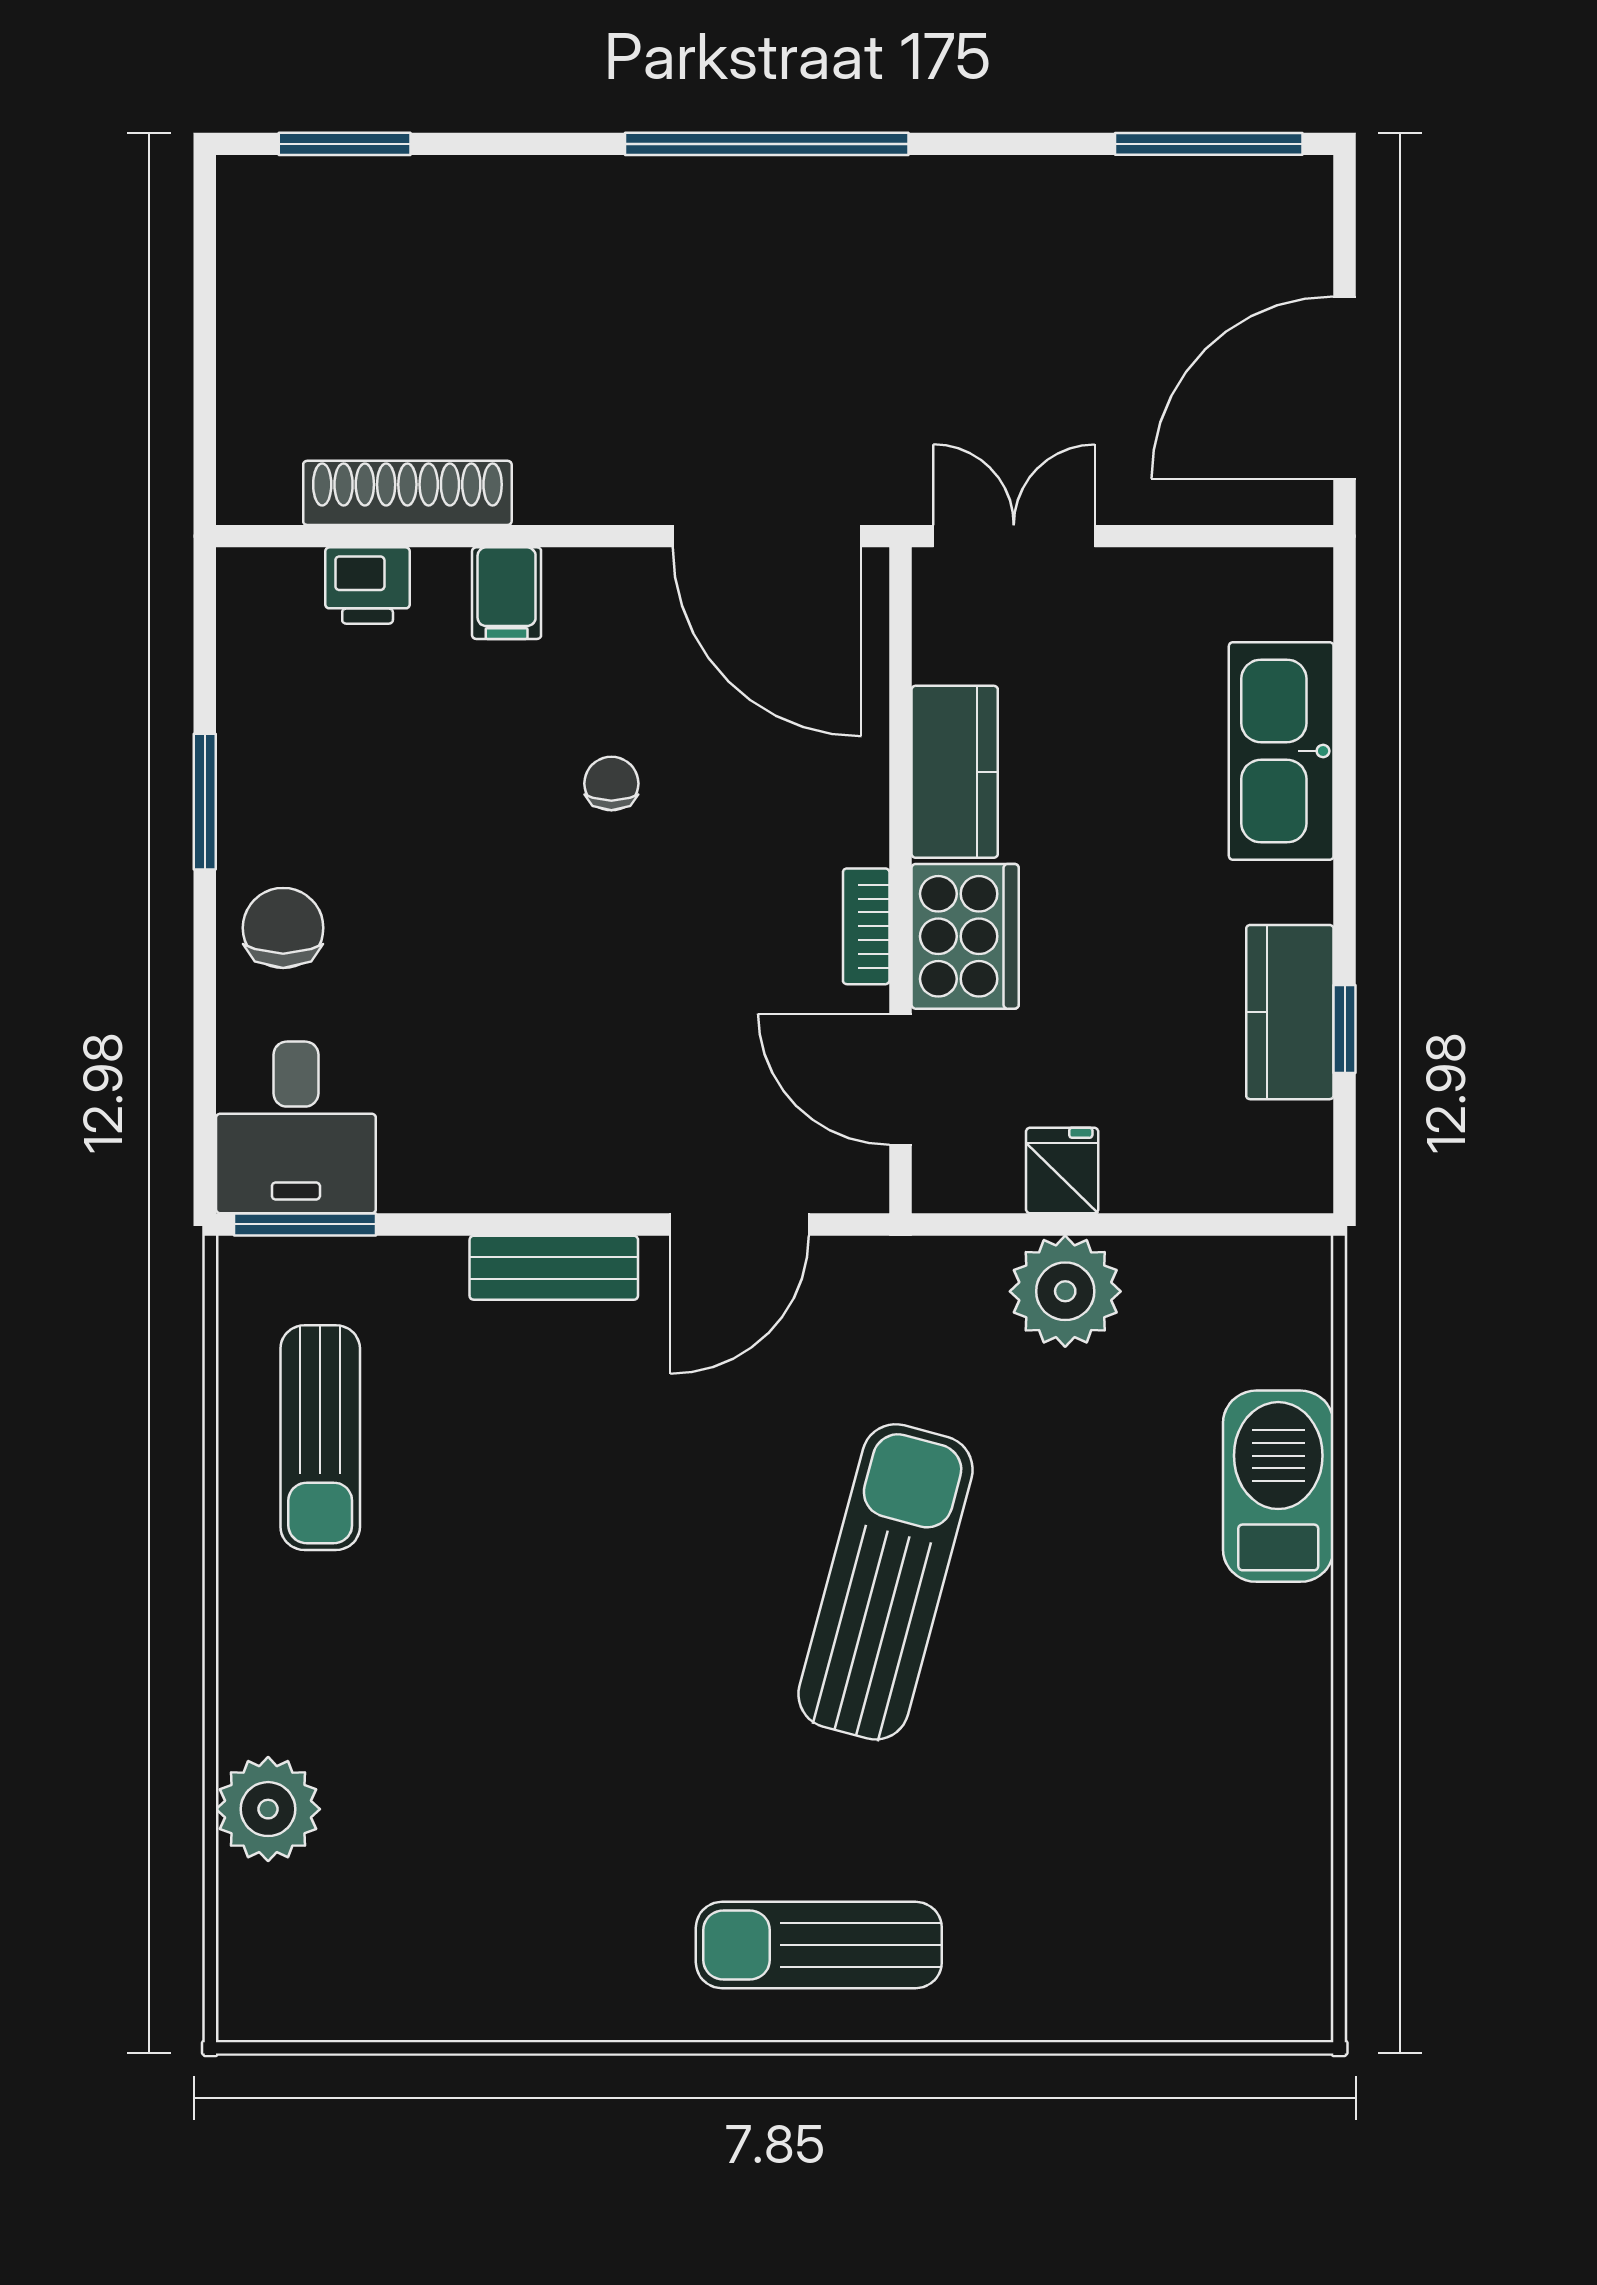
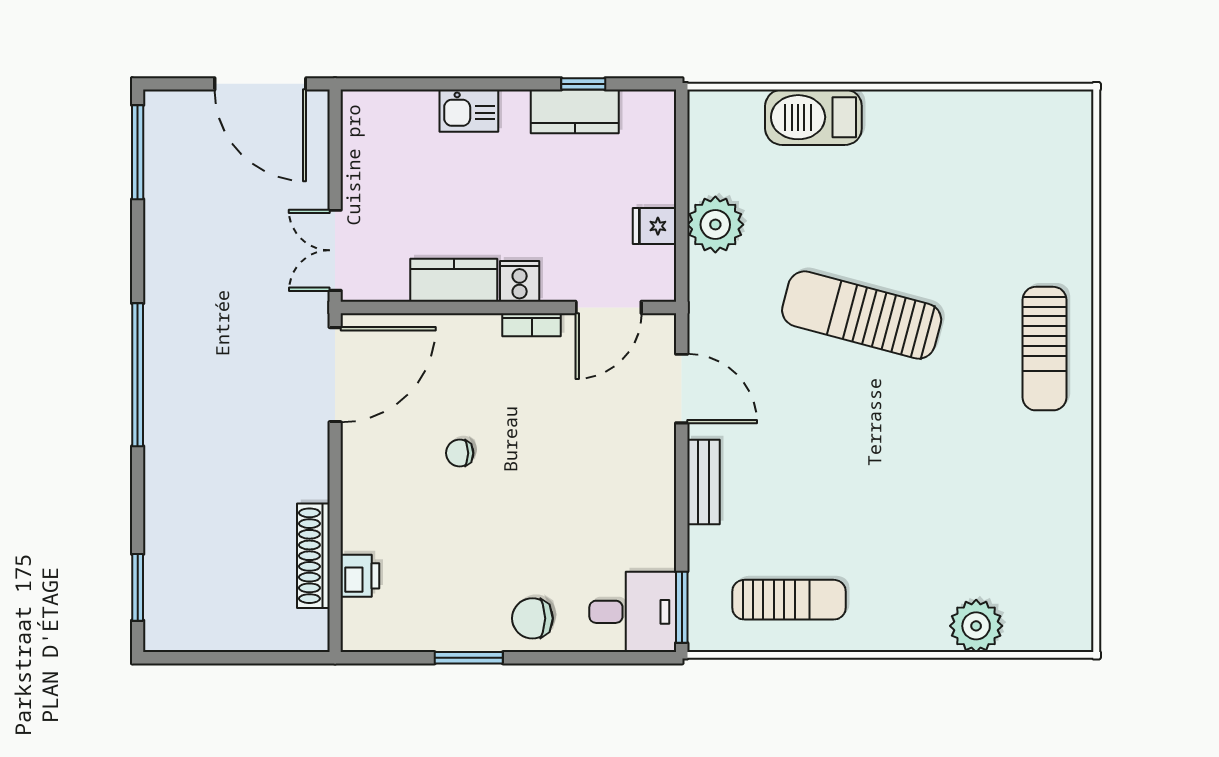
filing cabinet: (507, 593) -> (364, 506), removed
kitchen sink: (1281, 751) -> (469, 111), width x0.53, depth x0.81
cooker: (965, 936) -> (520, 281), width x0.53, depth x0.76

